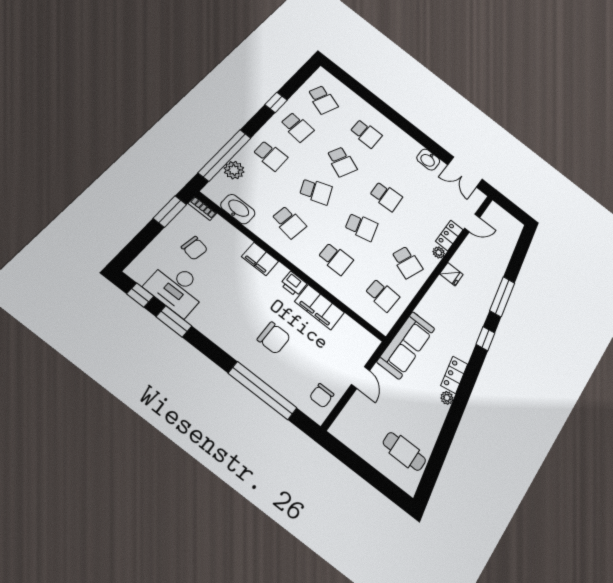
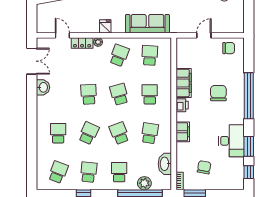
desk: (177, 288) -> (231, 141), moved
sofa: (406, 345) -> (147, 24), moved
window: (263, 390) -> (249, 96), moved

